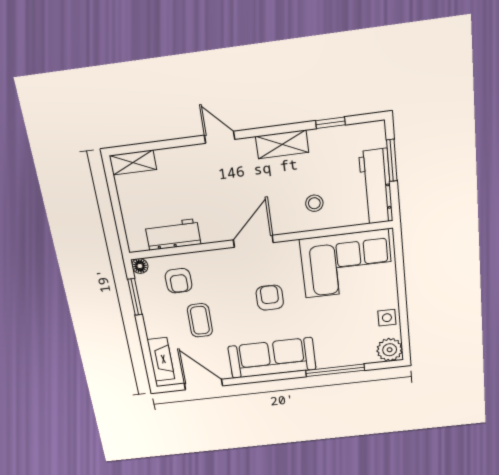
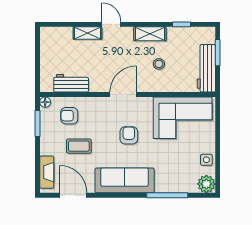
shelving: (133, 162) -> (87, 33), moved
stool: (314, 203) -> (159, 64), moved
armchair: (179, 281) -> (69, 116), turned 91
coffee table: (200, 320) -> (79, 146), turned 90

